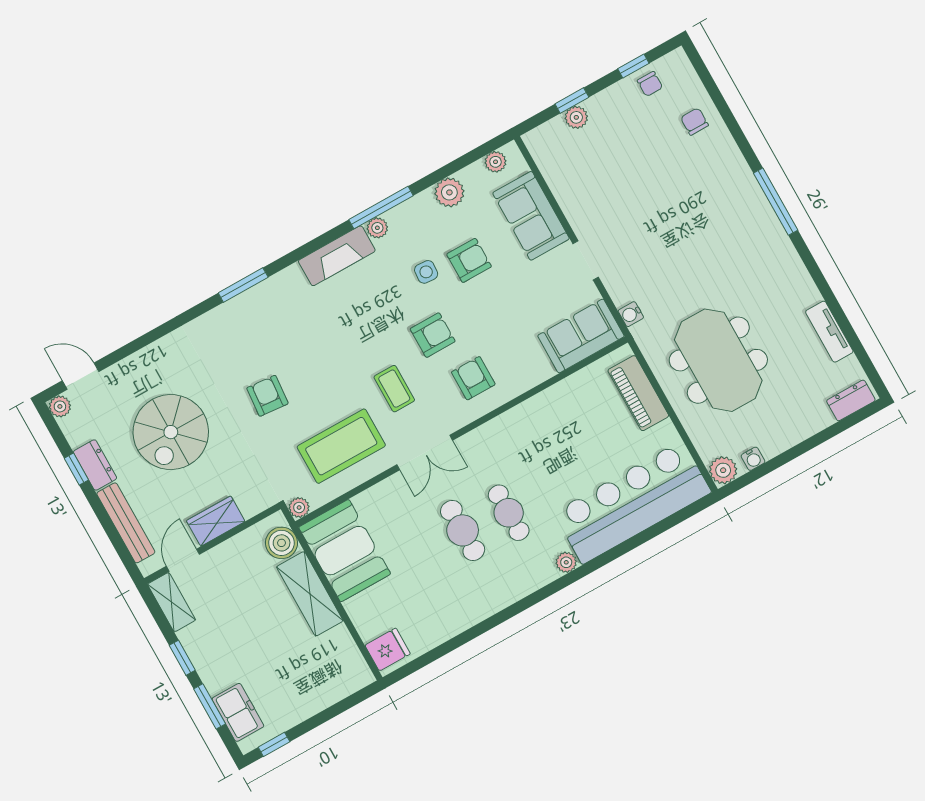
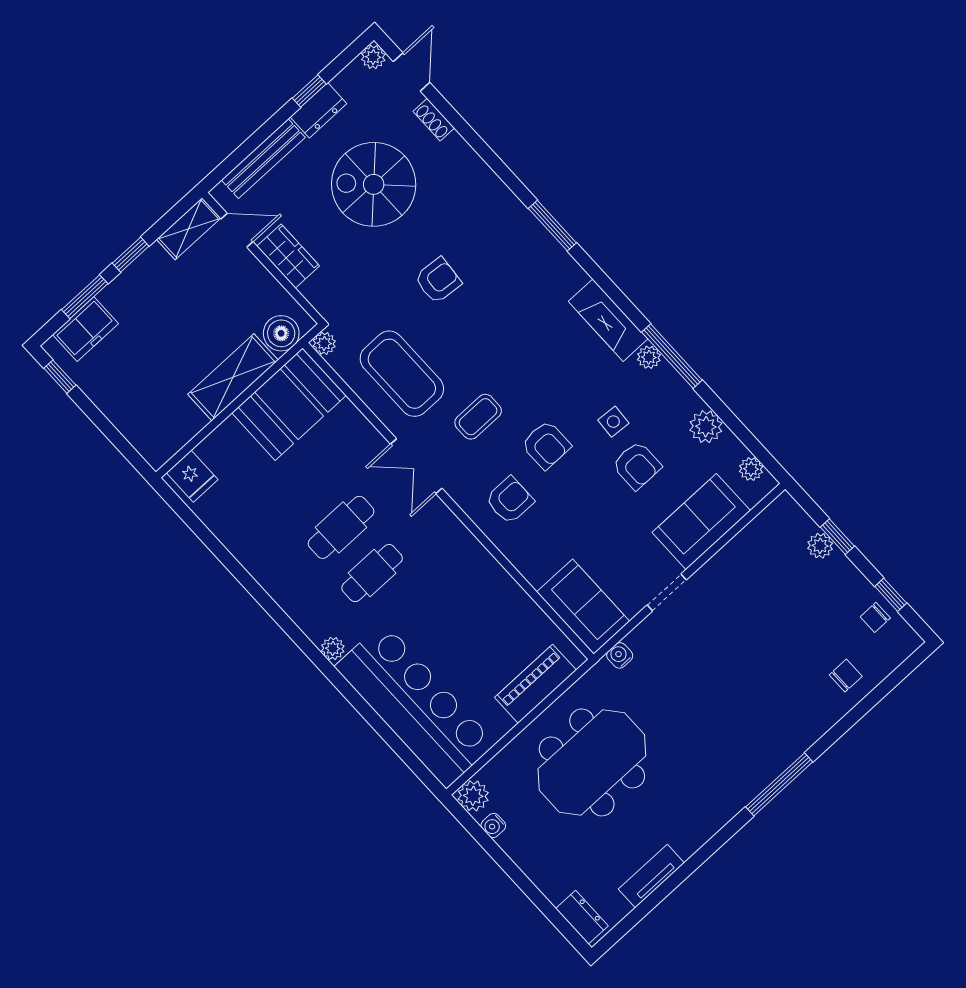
shoe rack: (127, 367) -> (434, 120), added

